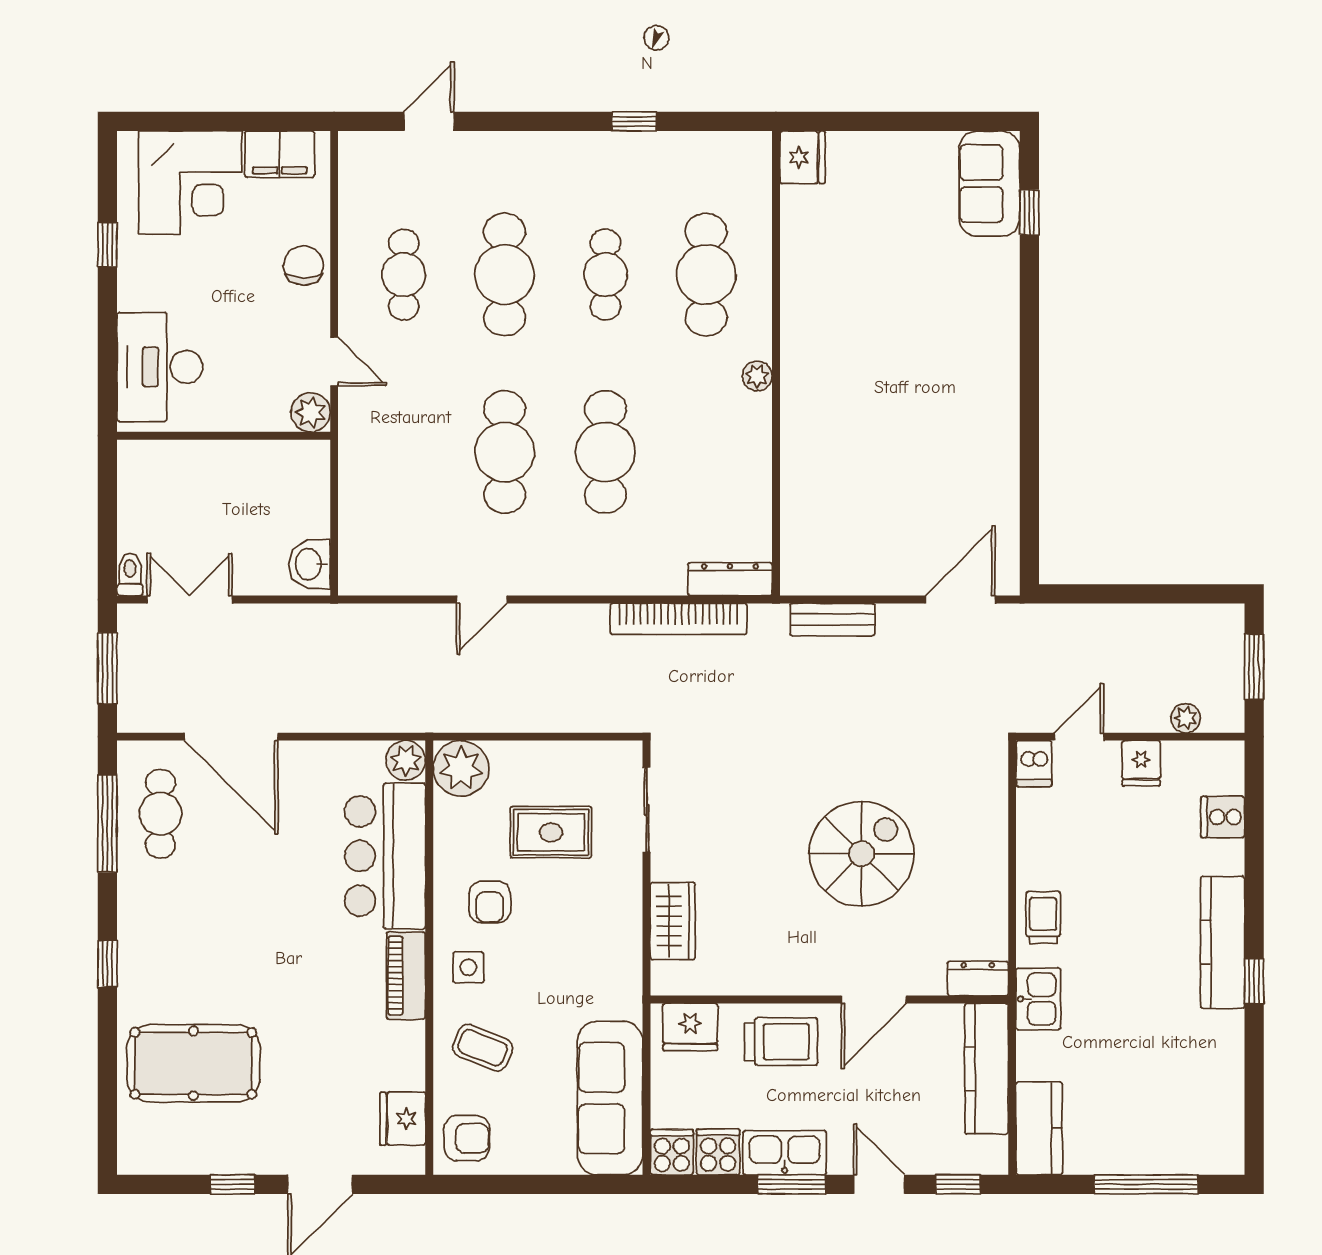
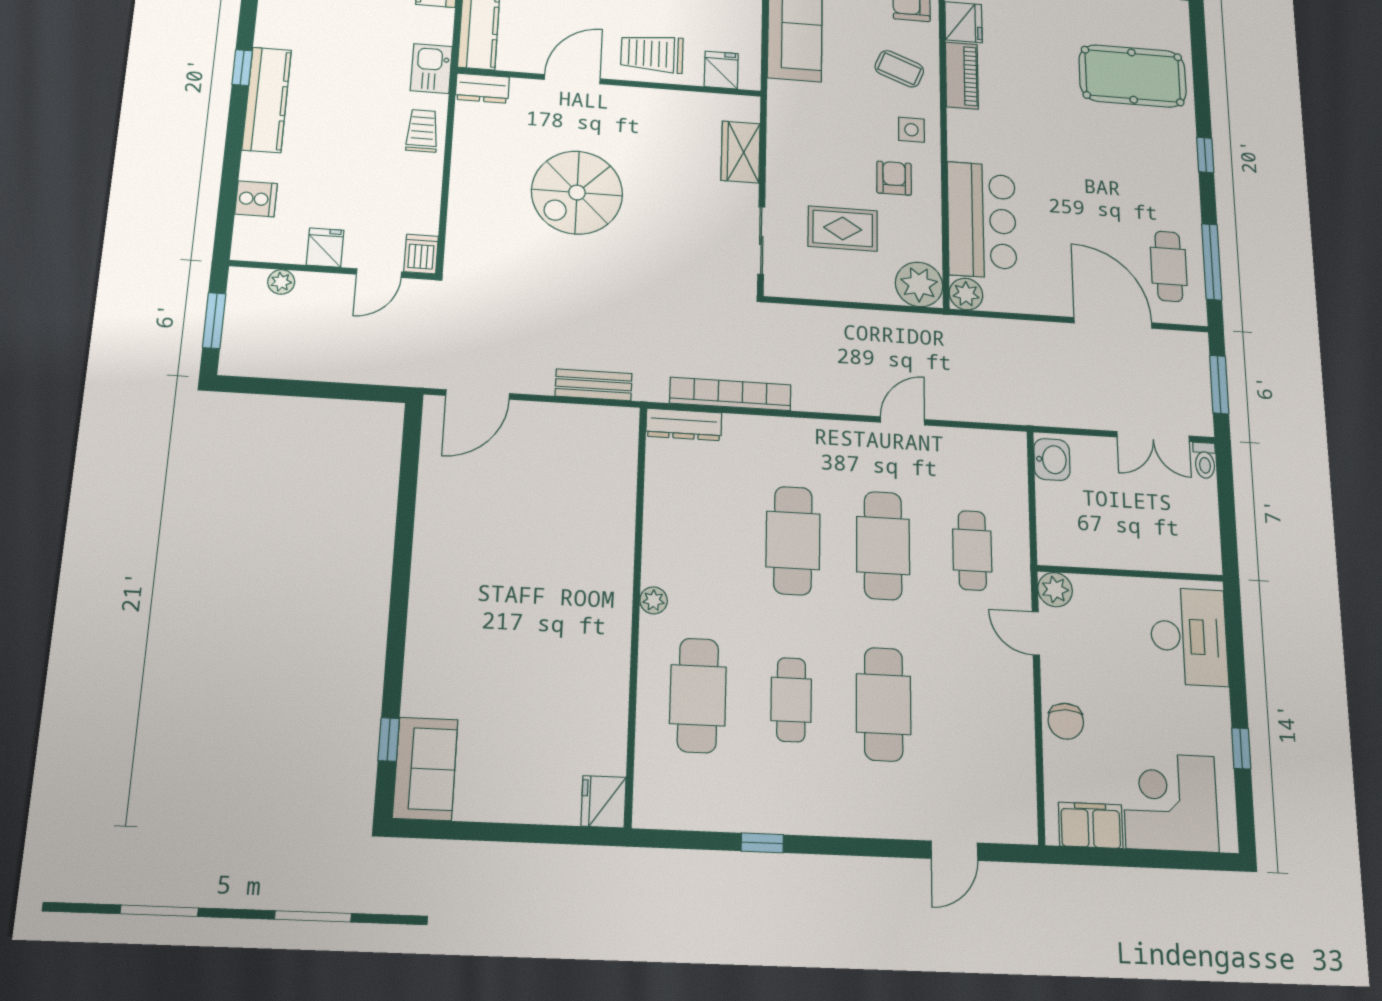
cafe table: (404, 275) -> (972, 550), moved
trolley: (1043, 918) -> (422, 131), turned 180
piano: (406, 976) -> (962, 76), moved
fridge: (690, 1027) -> (721, 70), width x0.72

